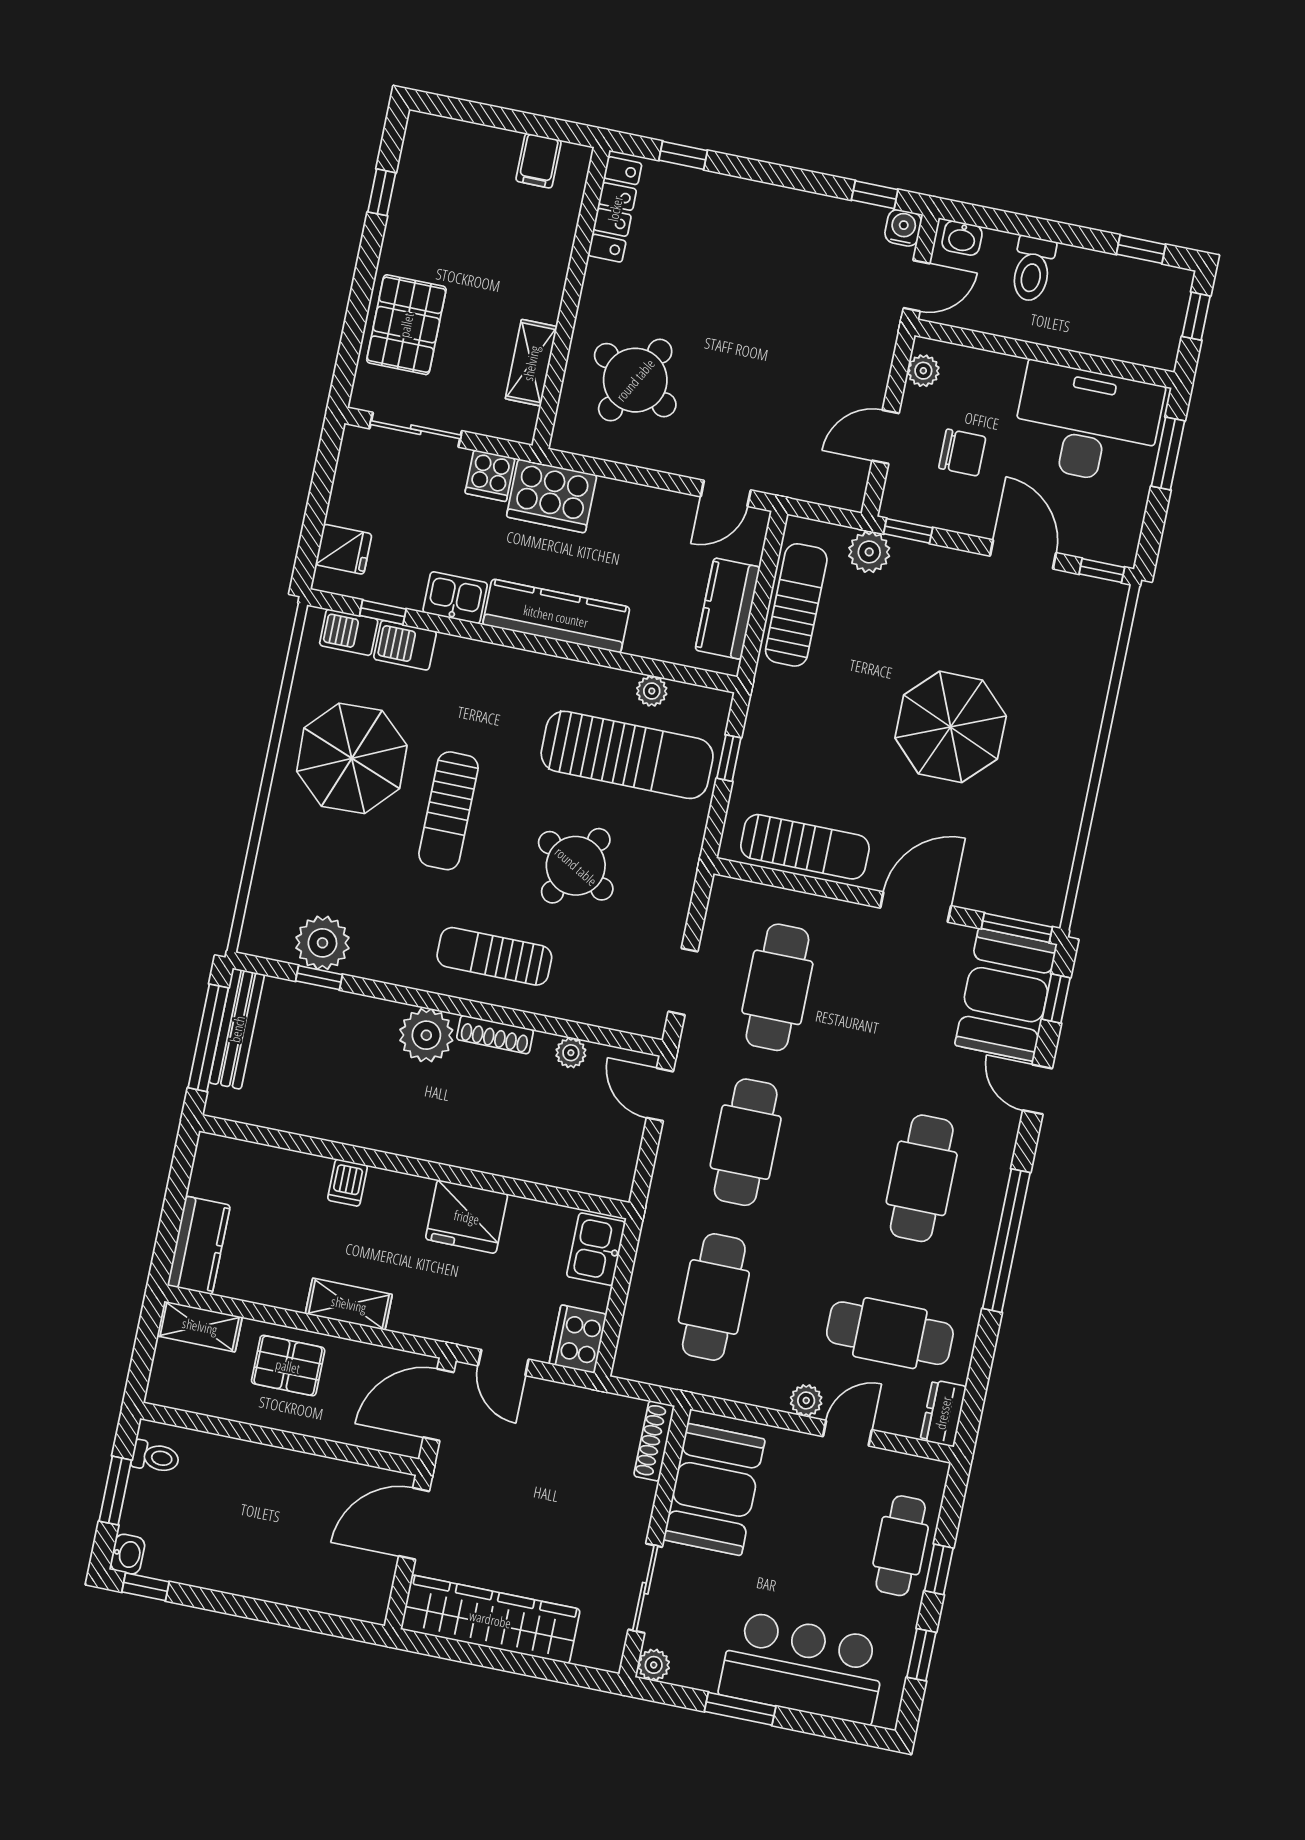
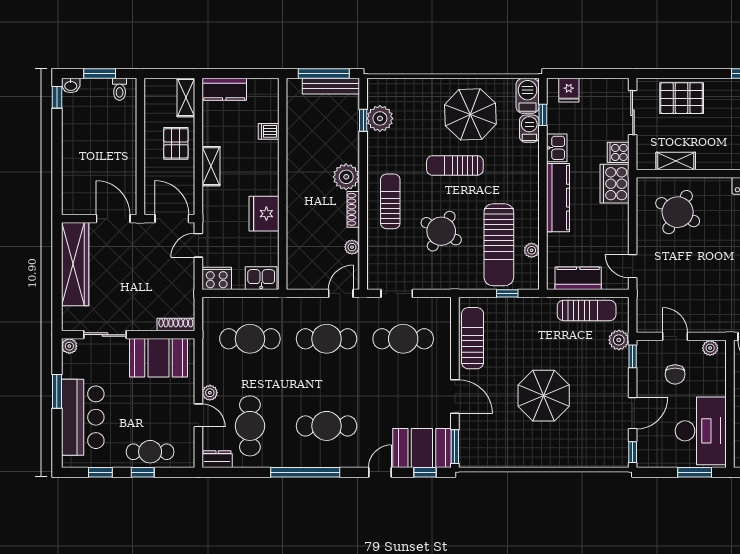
barbecue: (349, 632) -> (528, 96), width x1.38, depth x1.27
sun lounger: (805, 847) -> (473, 338), turned 180
dishwasher: (347, 1183) -> (269, 131), moved

